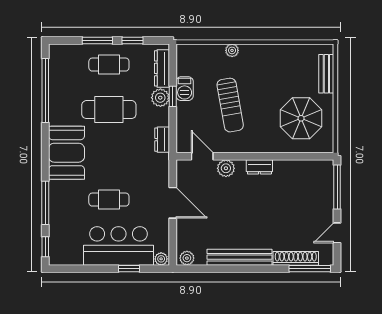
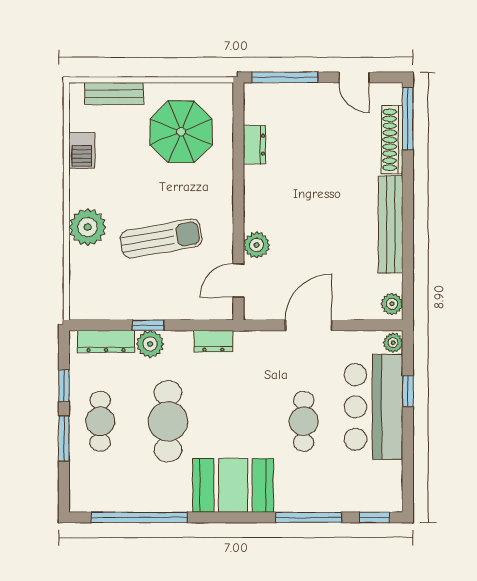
plant: (232, 50) -> (88, 227), width x1.88, depth x1.88
barbecue: (185, 89) -> (82, 150), moved, turned 90
dresser: (259, 167) -> (254, 145), moved

